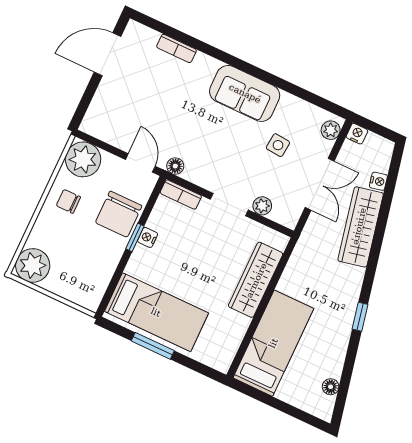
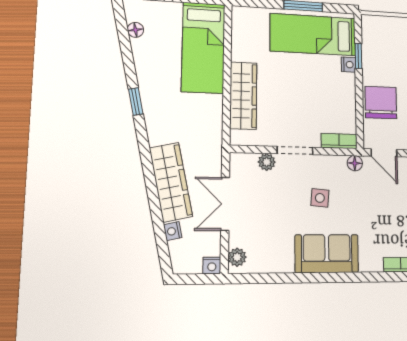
side table: (278, 145) -> (320, 198), moved
window: (135, 237) -> (358, 56), moved
nightstand: (148, 237) -> (349, 65), moved

